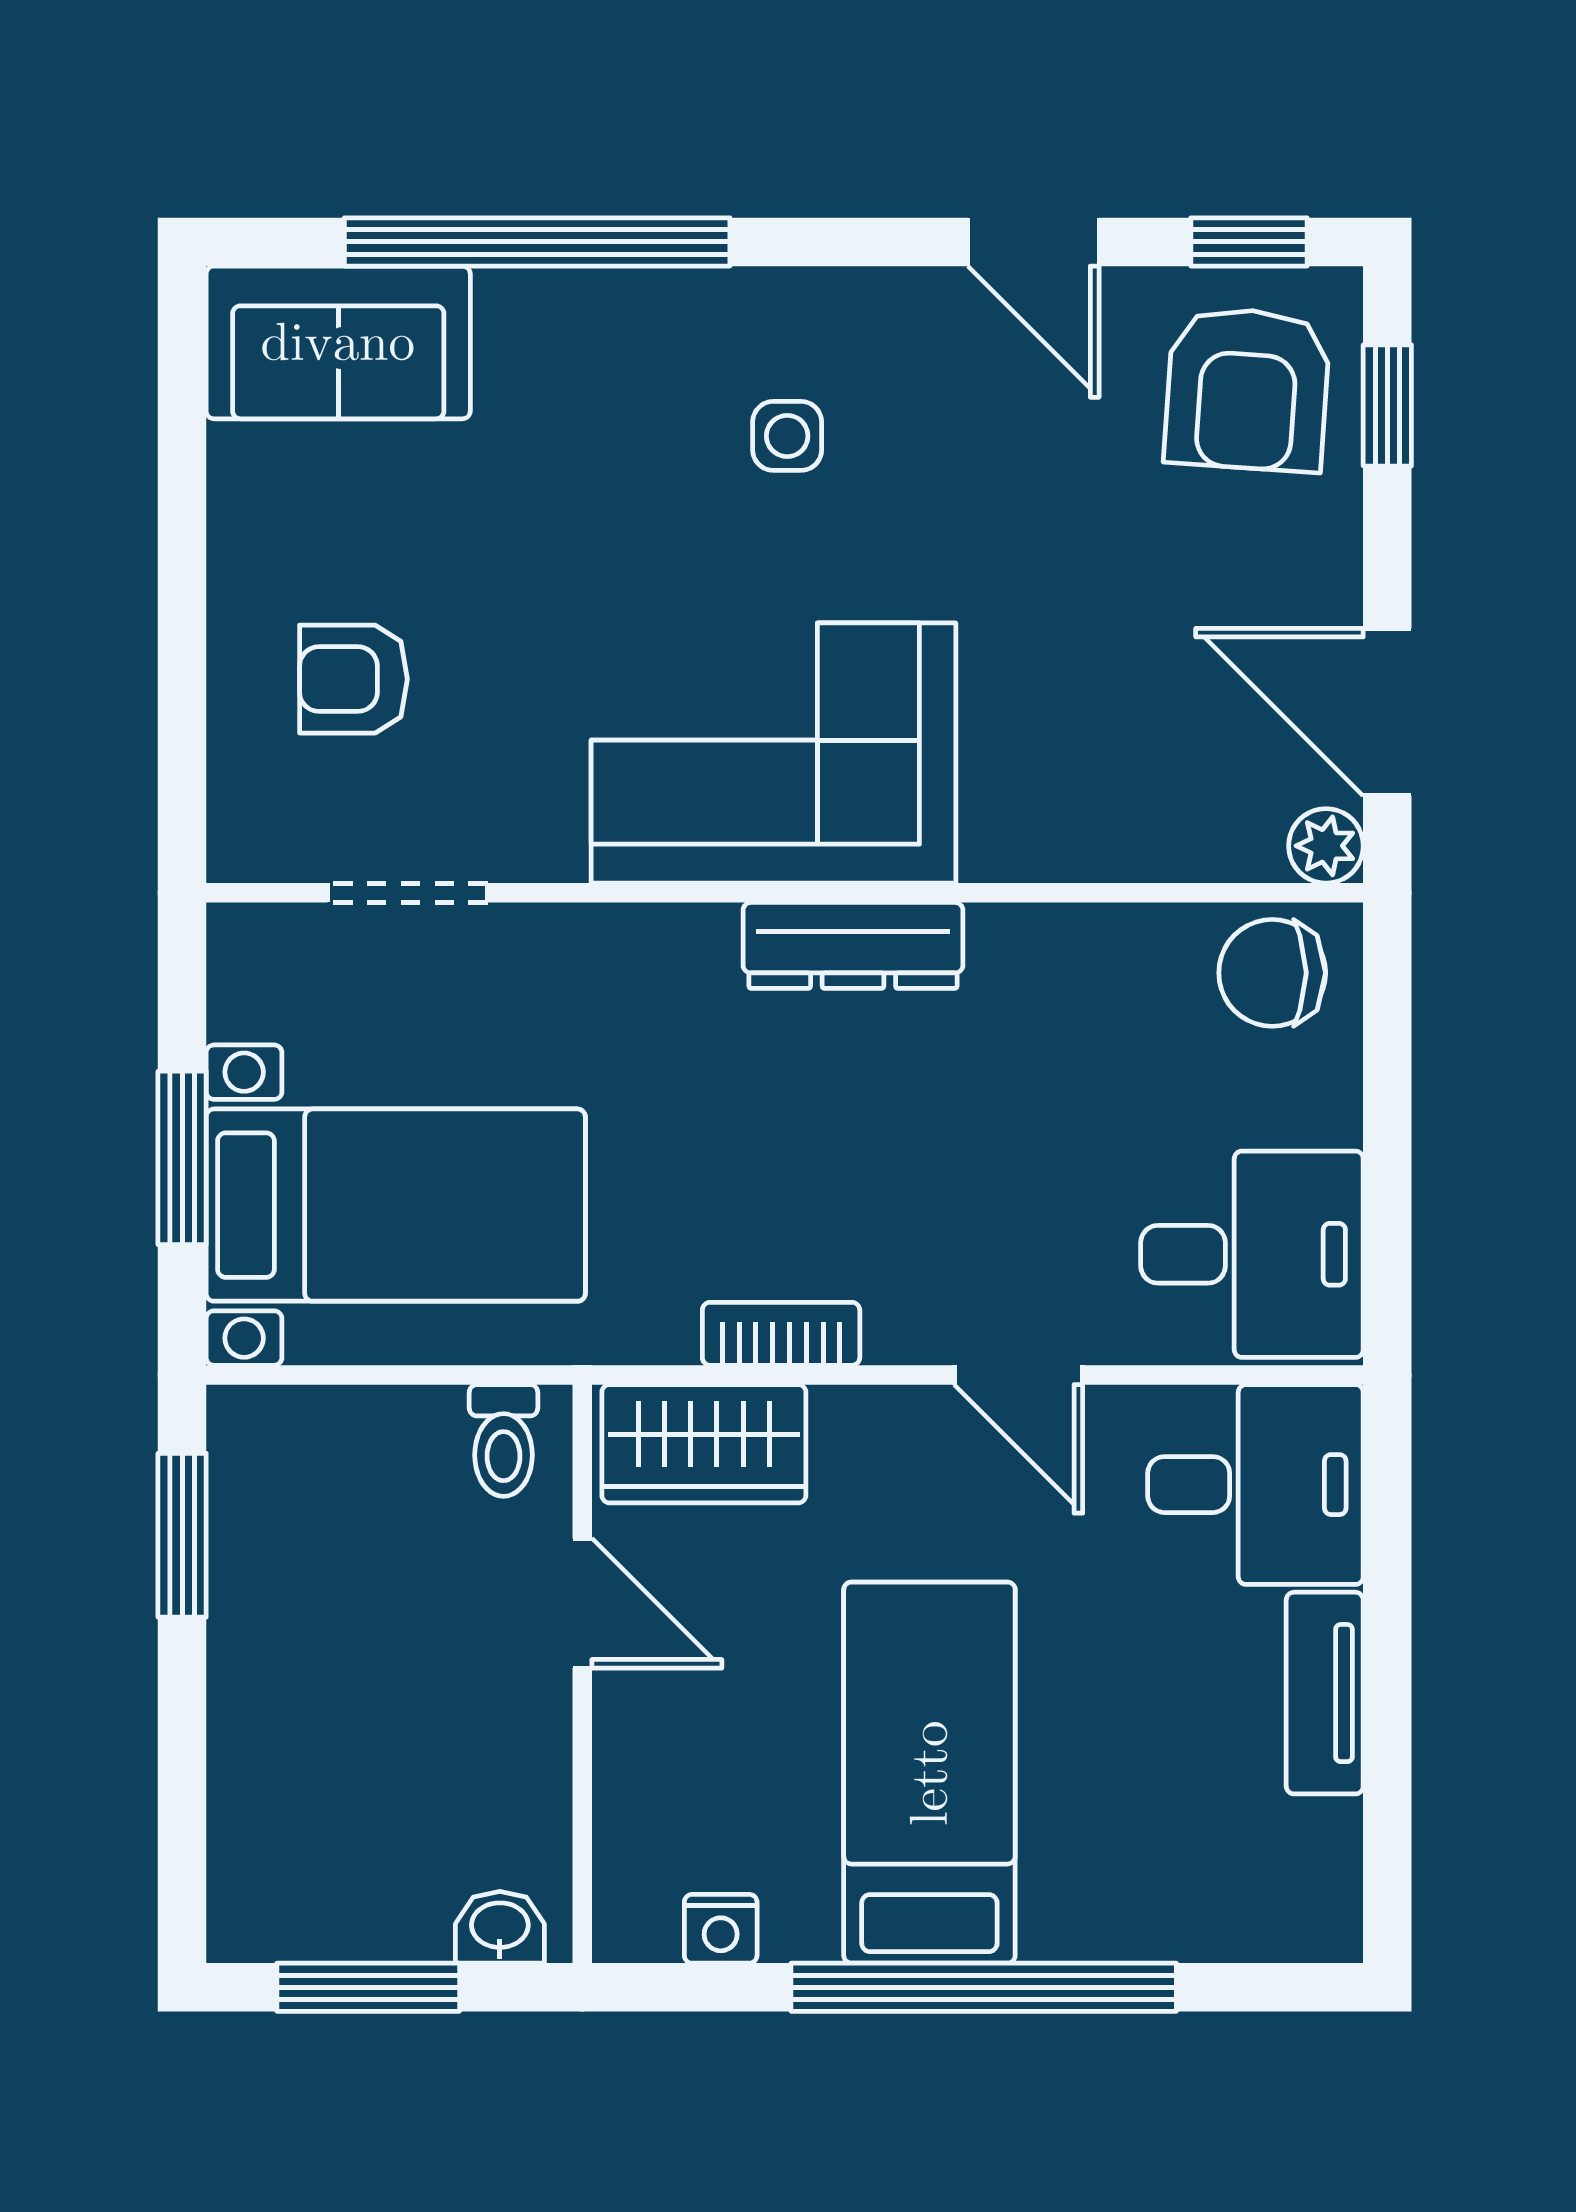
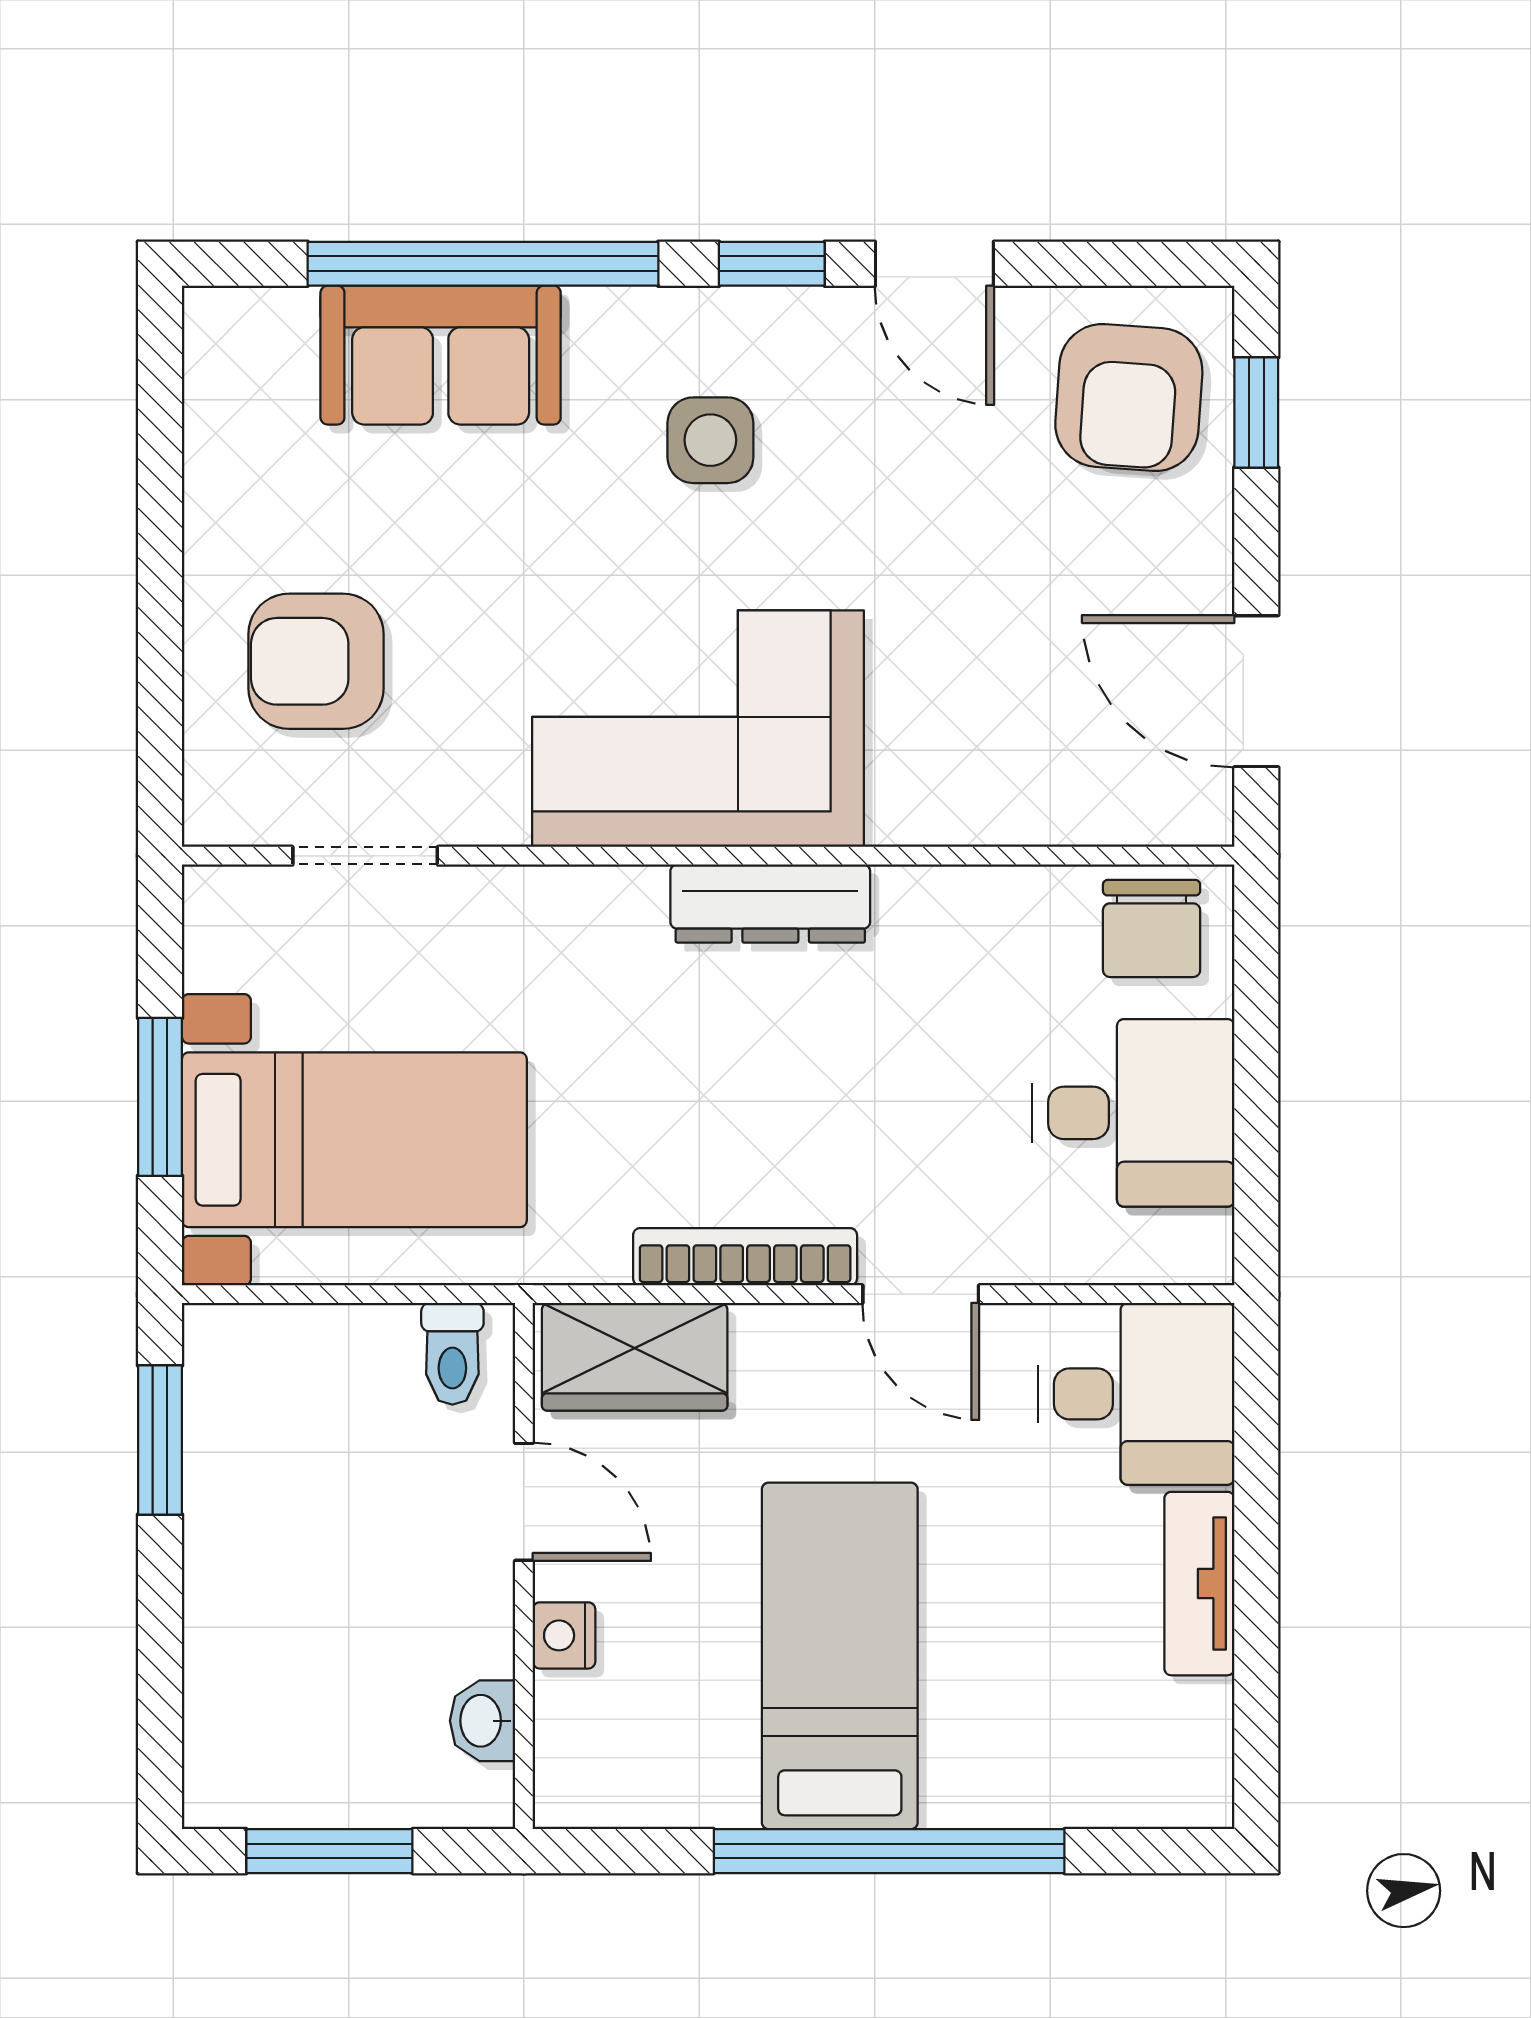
window: (1249, 242) -> (772, 264), moved
sofa: (338, 342) -> (441, 355), moved
side table: (787, 436) -> (710, 440), width x1.37, depth x1.37
armchair: (354, 679) -> (316, 661), width x1.38, depth x1.38
plant: (1326, 846) -> (1200, 813), removed
chair: (1272, 973) -> (1152, 929), turned -90
desk: (1252, 1254) -> (1133, 1113), moved
bookcase: (781, 1334) -> (745, 1257), width x1.56
washbasin: (500, 1927) -> (483, 1721), moved, turned -90
nightstand: (721, 1929) -> (564, 1635), moved, turned 90

